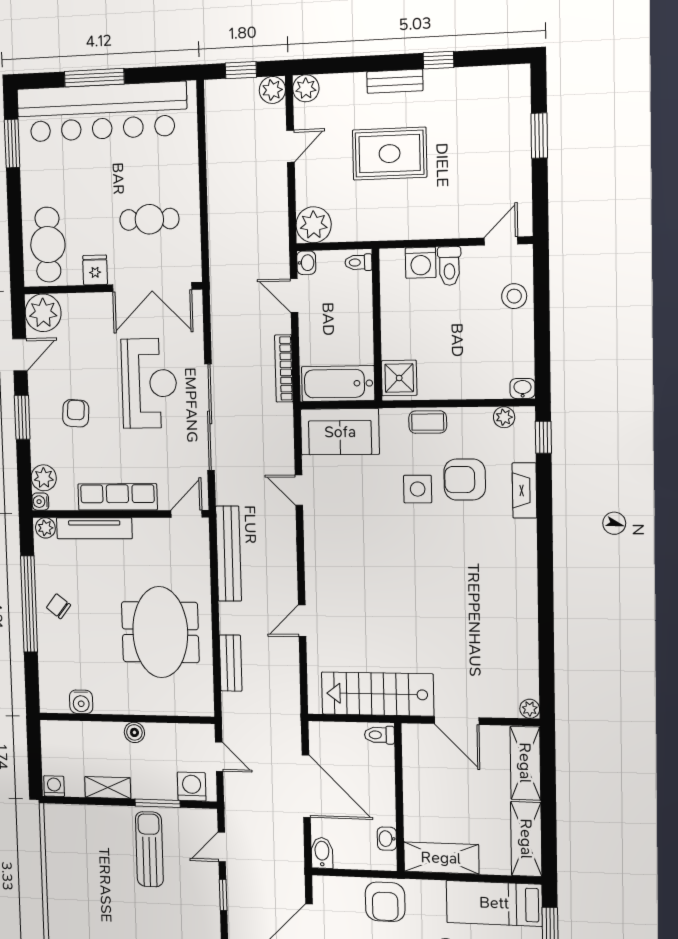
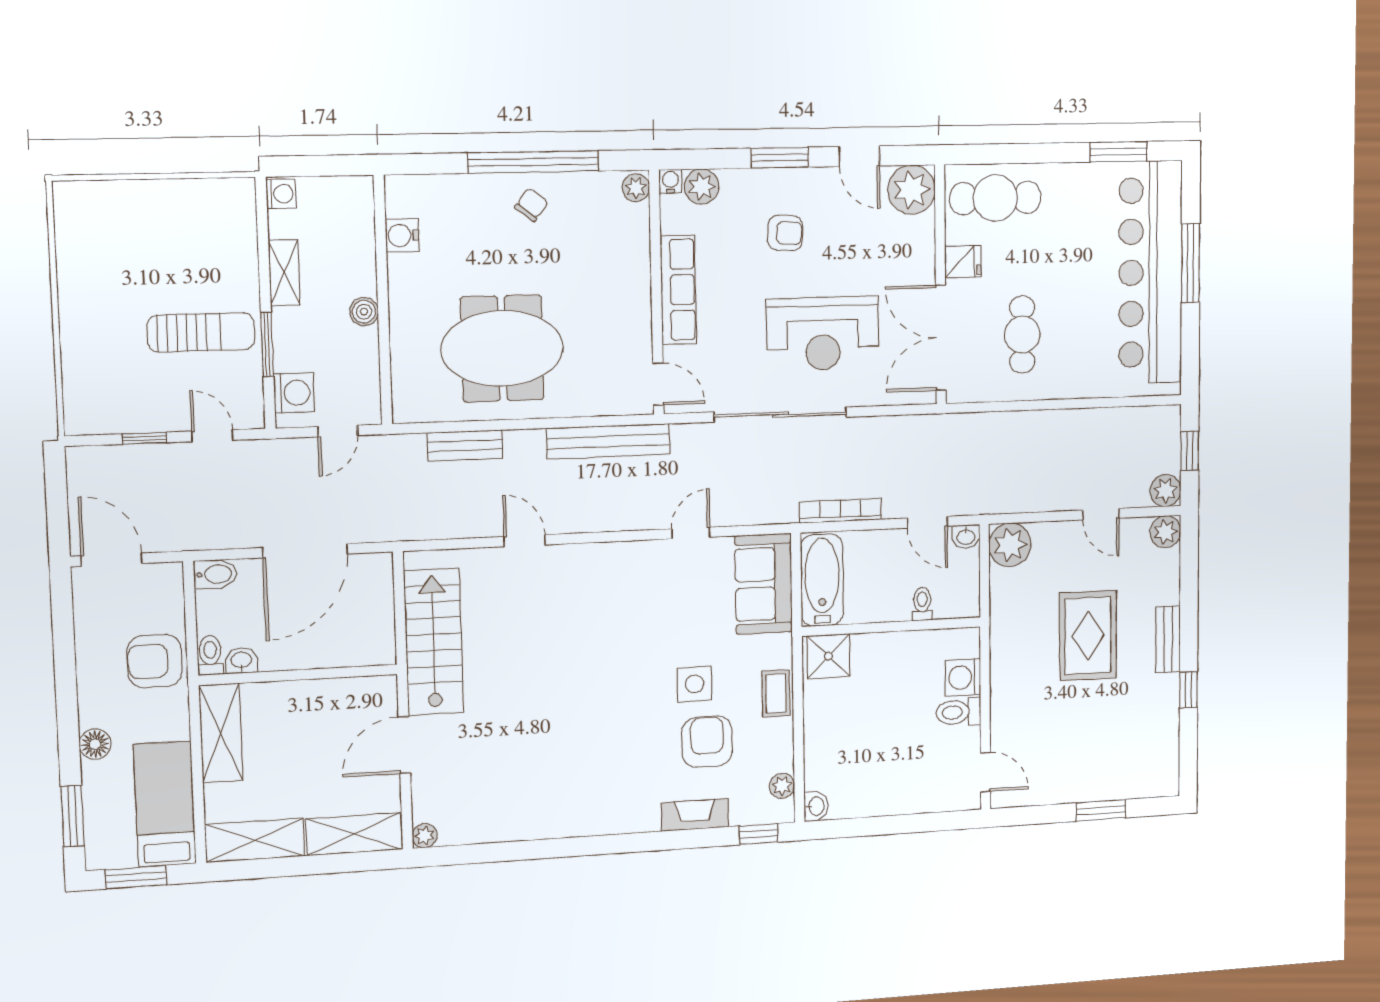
toilet: (359, 262) -> (922, 604), moved
door: (294, 296) -> (927, 522), swing flipped
stool: (514, 296) -> (923, 791), removed
tv unit: (94, 528) -> (637, 257), removed
toilet: (379, 735) -> (210, 655), moved

